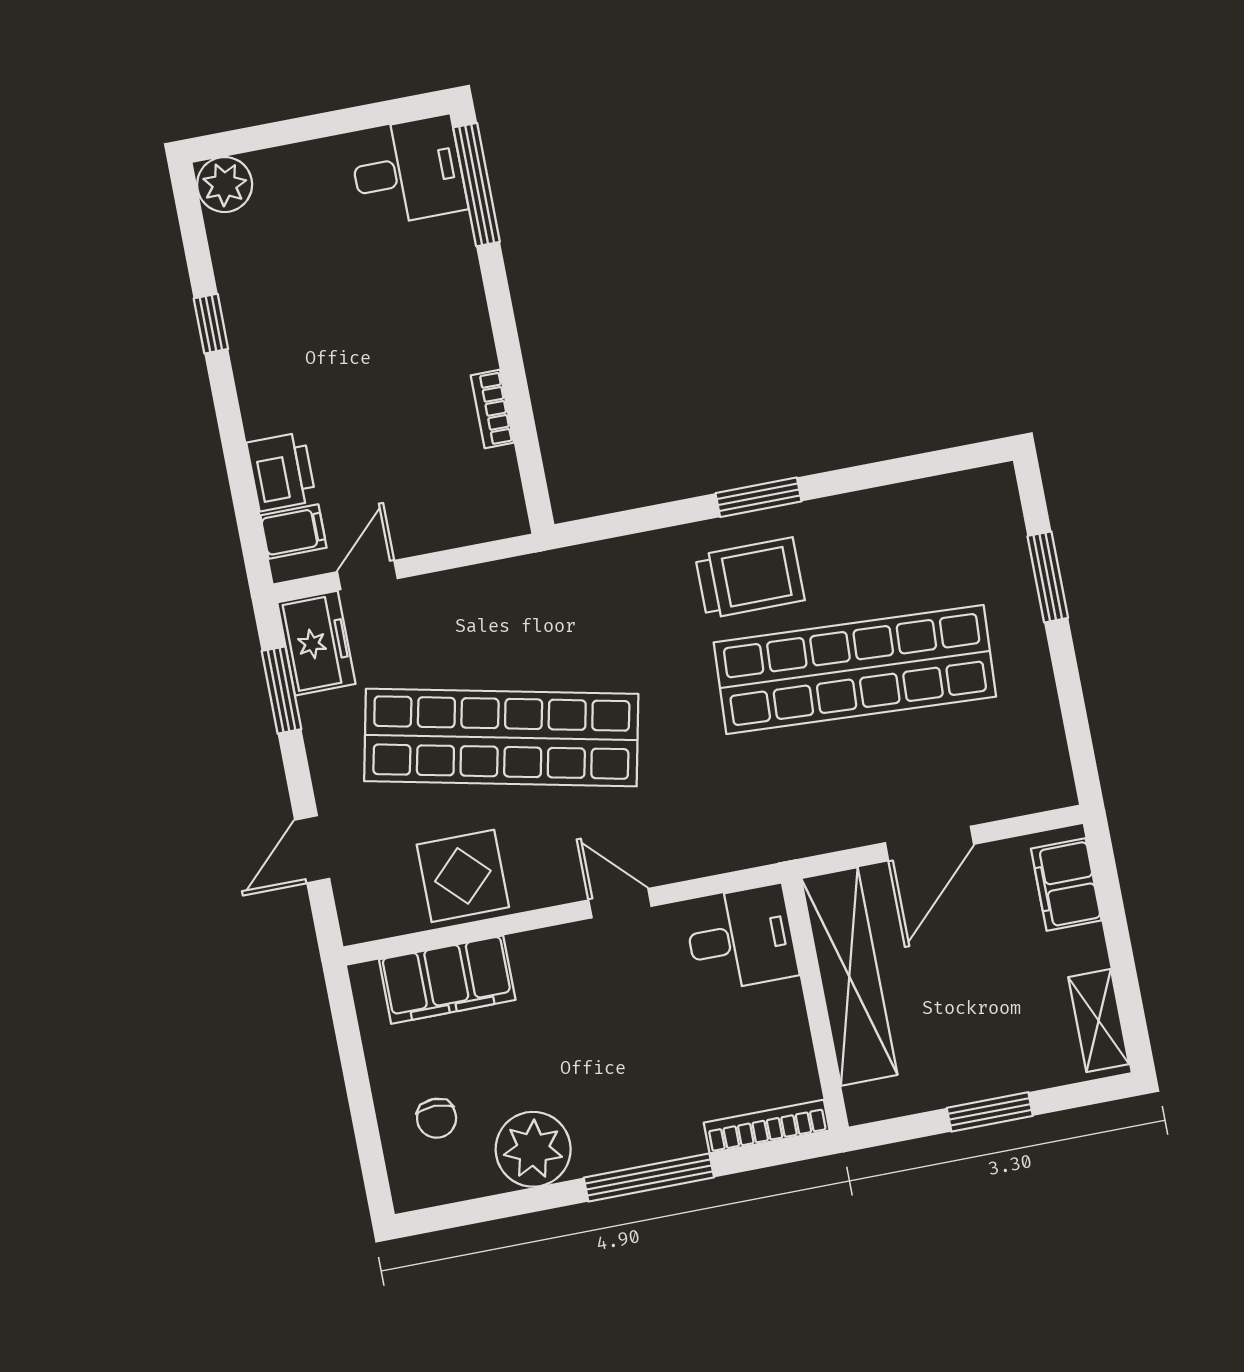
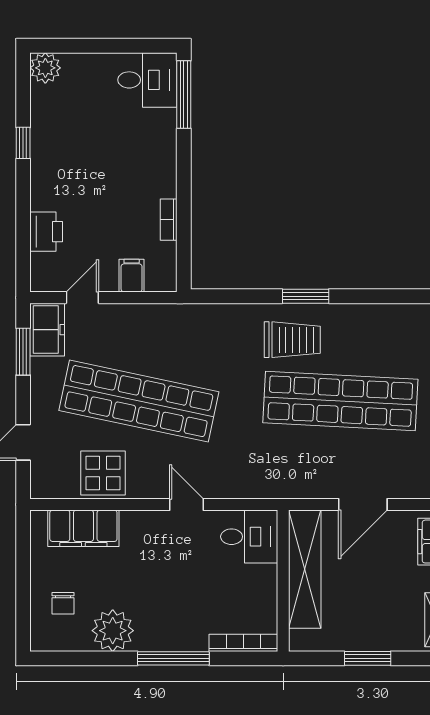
filing cabinet: (293, 532) -> (132, 276), moved, turned -90

